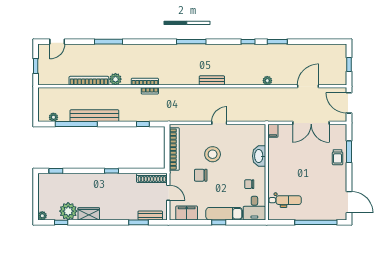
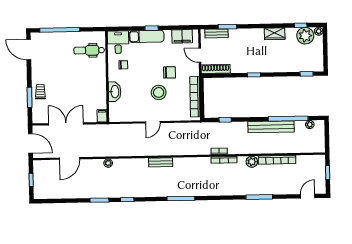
plant: (68, 211) -> (305, 36), moved

